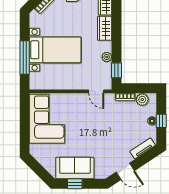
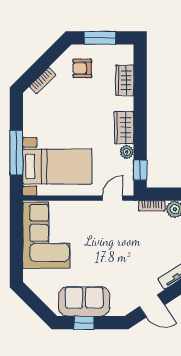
wardrobe: (105, 28) -> (124, 128), moved
bed with nightstands: (55, 50) -> (57, 167), moved
door: (96, 91) -> (113, 198), swing flipped

